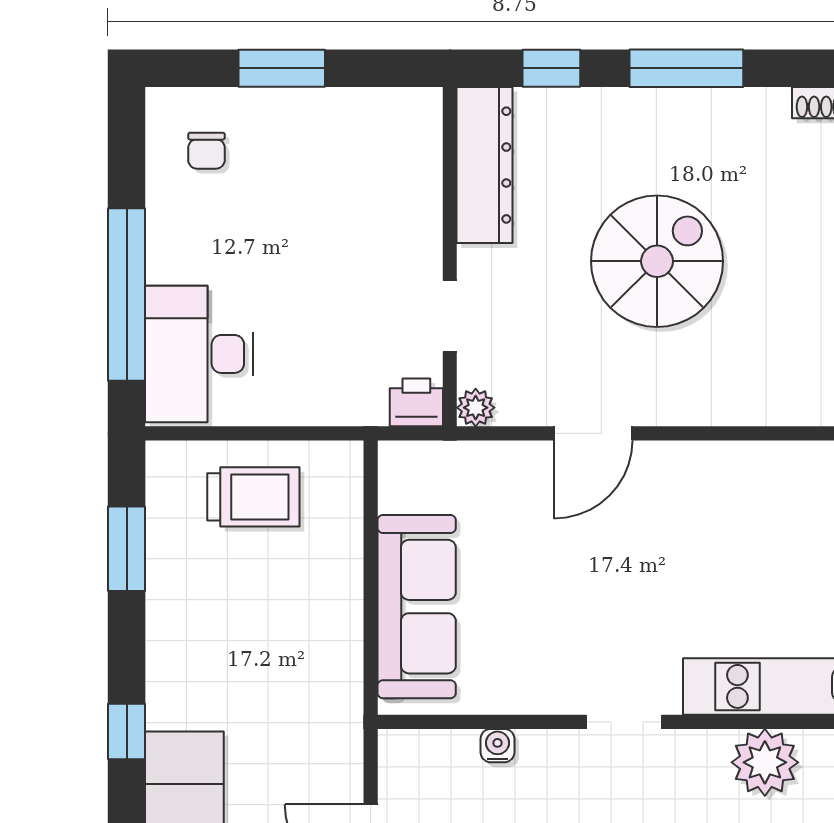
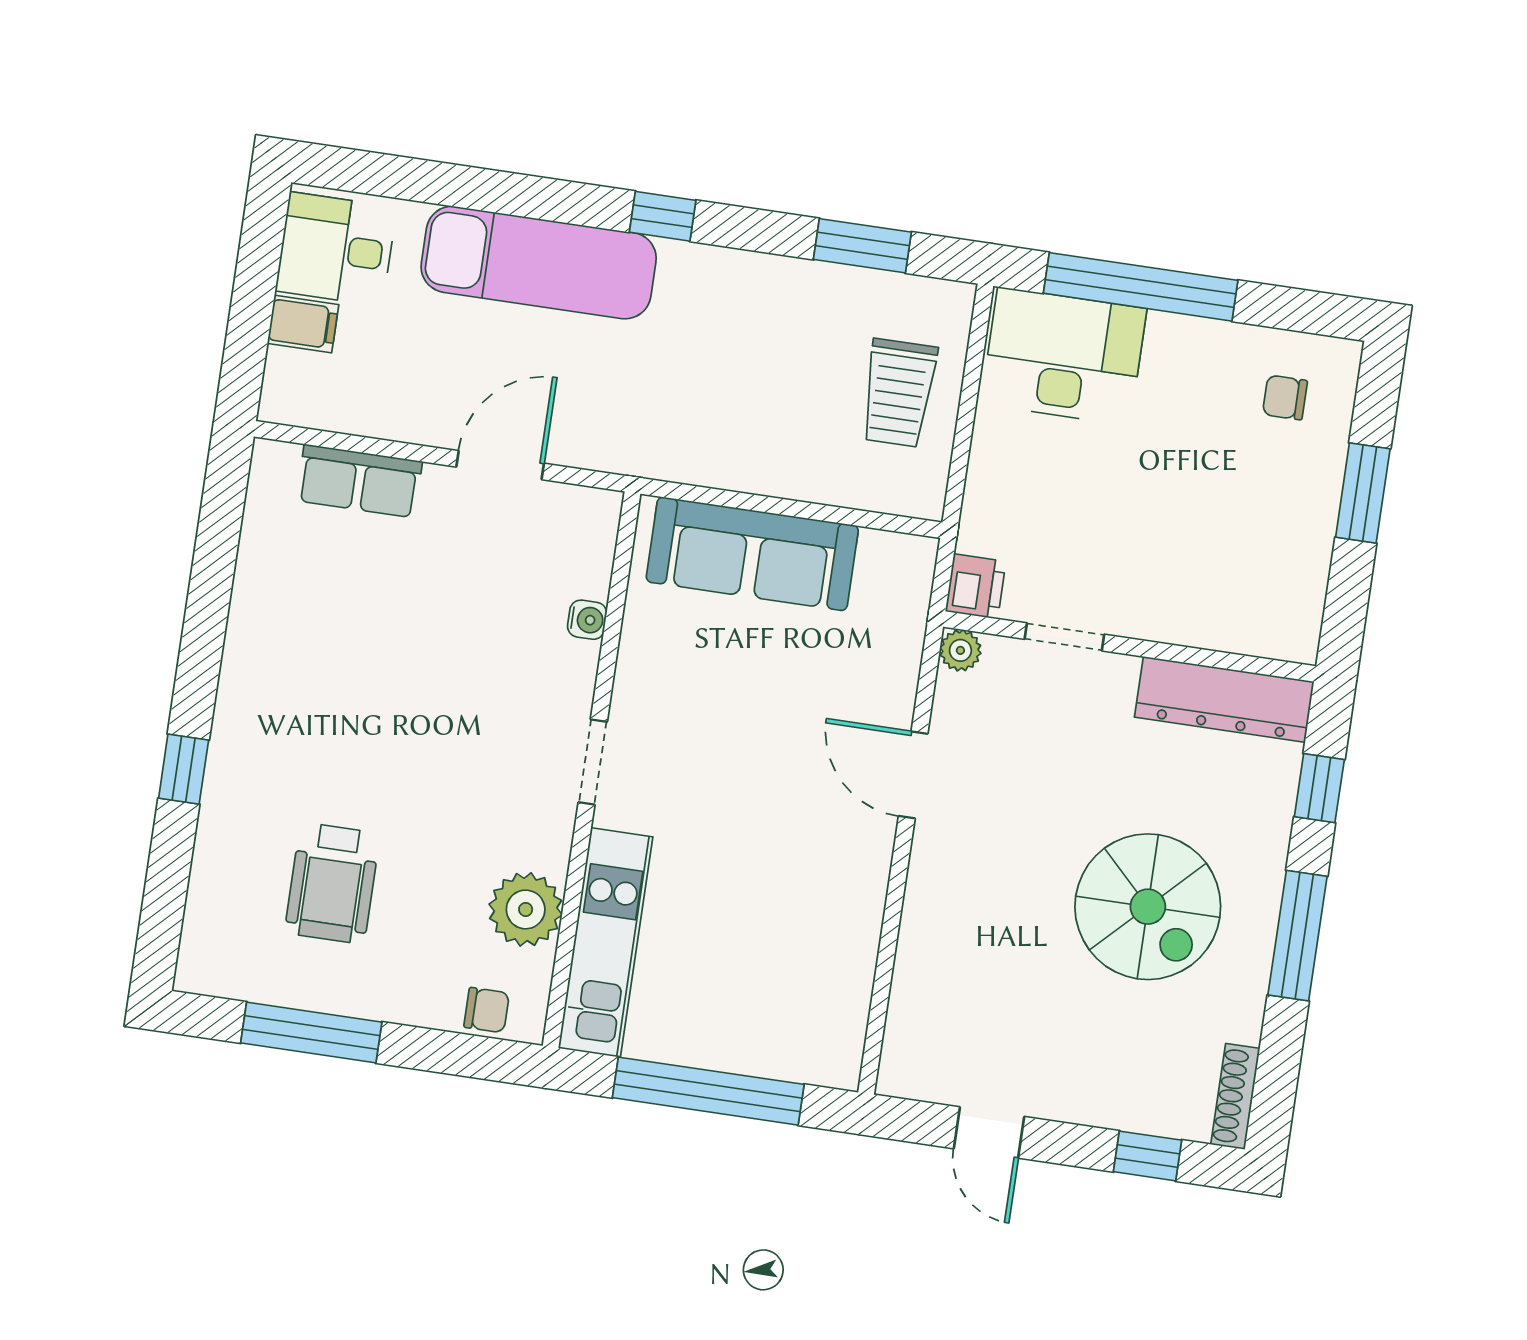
spiral stairs: (657, 261) -> (1148, 907), moved

